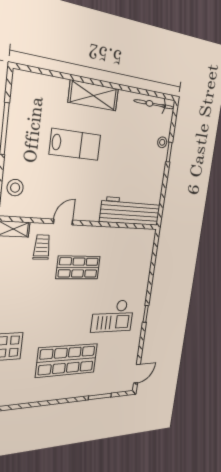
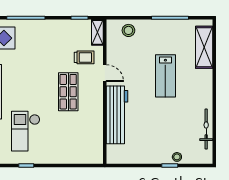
shelving: (94, 95) -> (204, 47), moved
bicycle: (154, 104) -> (206, 129), moved
workbench: (131, 211) -> (117, 115), moved

